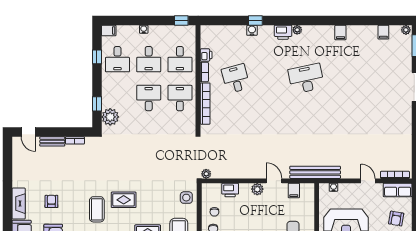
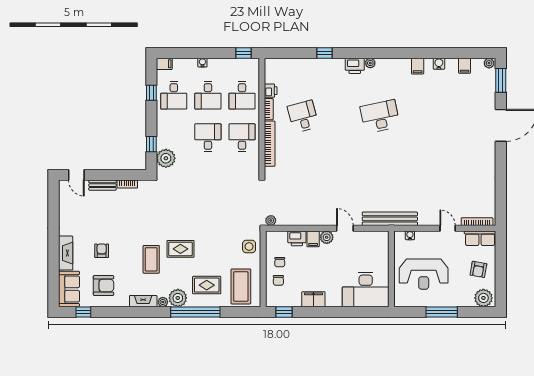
water cooler: (252, 30) -> (439, 64), moved
filing cabinet: (294, 191) -> (313, 239), moved

